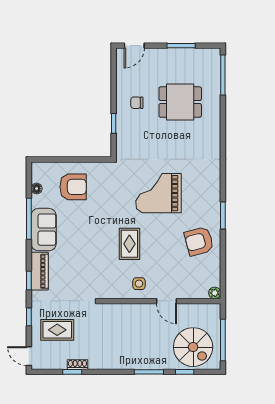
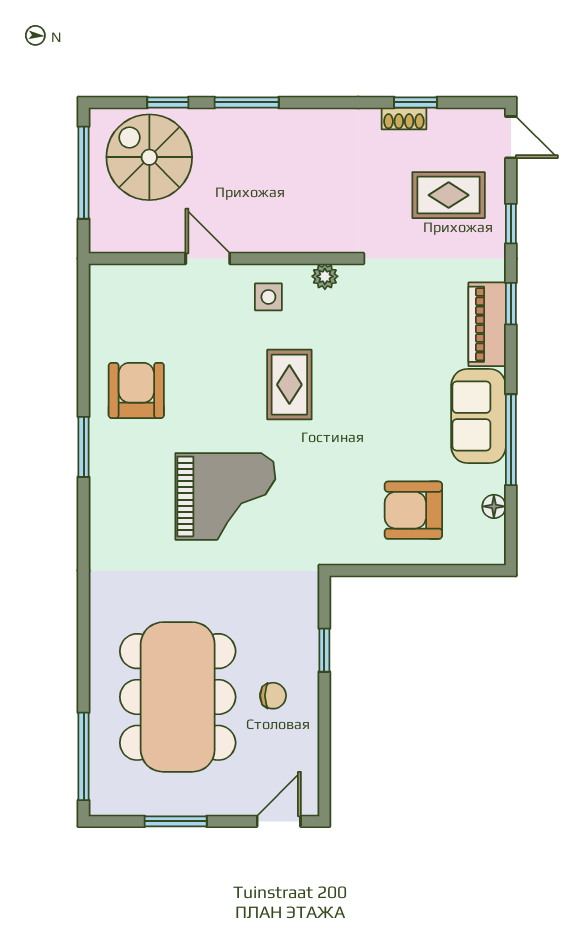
dining table: (180, 102) -> (178, 697), width x1.88, depth x1.24
armchair: (199, 241) -> (136, 390), turned -75
plant: (215, 293) -> (325, 276), moved

